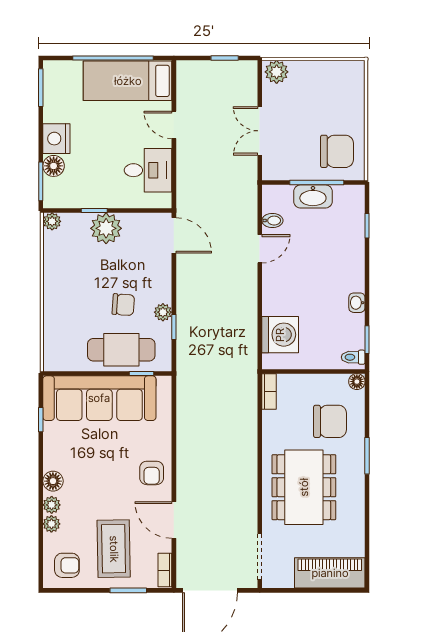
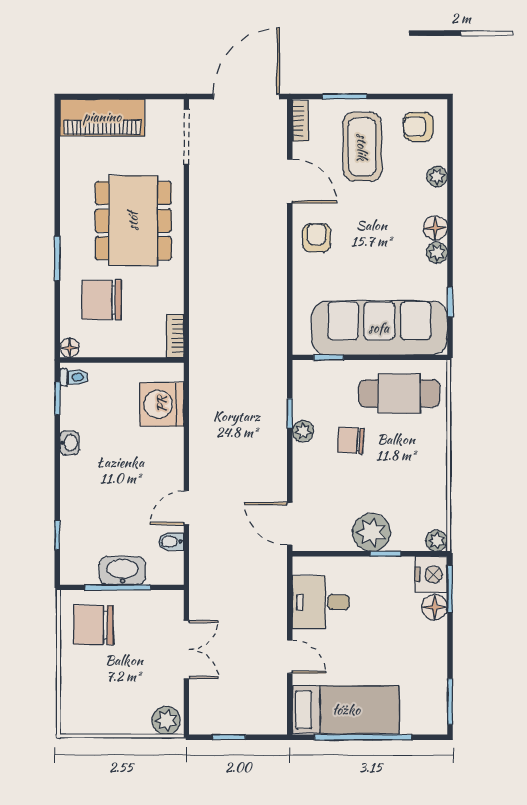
nightstand: (56, 139) -> (431, 574), moved
cafe table: (121, 350) -> (399, 393), moved
plant: (52, 505) -> (437, 253), moved

